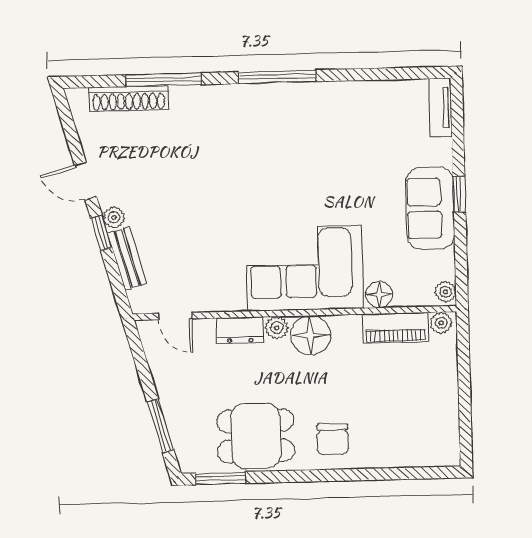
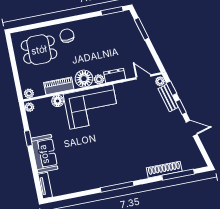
window: (164, 80) -> (178, 175), moved
shoe rack: (129, 99) -> (164, 170), moved
window: (459, 194) -> (28, 138), moved
sofa: (430, 208) -> (44, 154), moved
plant: (114, 217) -> (160, 81), moved
window: (116, 280) -> (171, 88), added
piano: (396, 328) -> (59, 86), moved
dining table: (256, 436) -> (39, 50), moved

